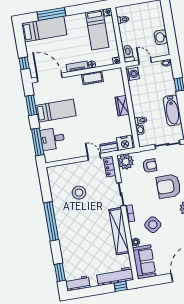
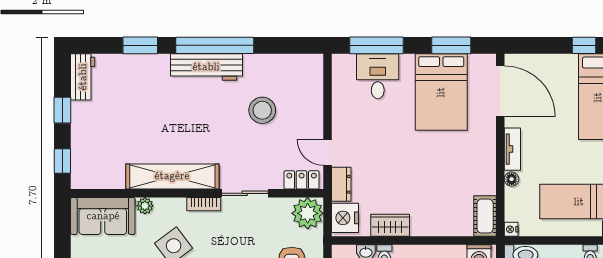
window: (24, 63) -> (584, 45), moved
door: (50, 77) -> (500, 91), hinge flipped
cot: (92, 78) -> (485, 216), moved
wardrobe: (122, 106) -> (390, 225), moved
bed: (56, 111) -> (441, 92), width x1.50
door: (94, 157) -> (328, 152), swing flipped
window: (60, 272) -> (140, 45), moved
workbench: (115, 276) -> (206, 67), moved, turned 90
window: (96, 291) -> (62, 110), added

